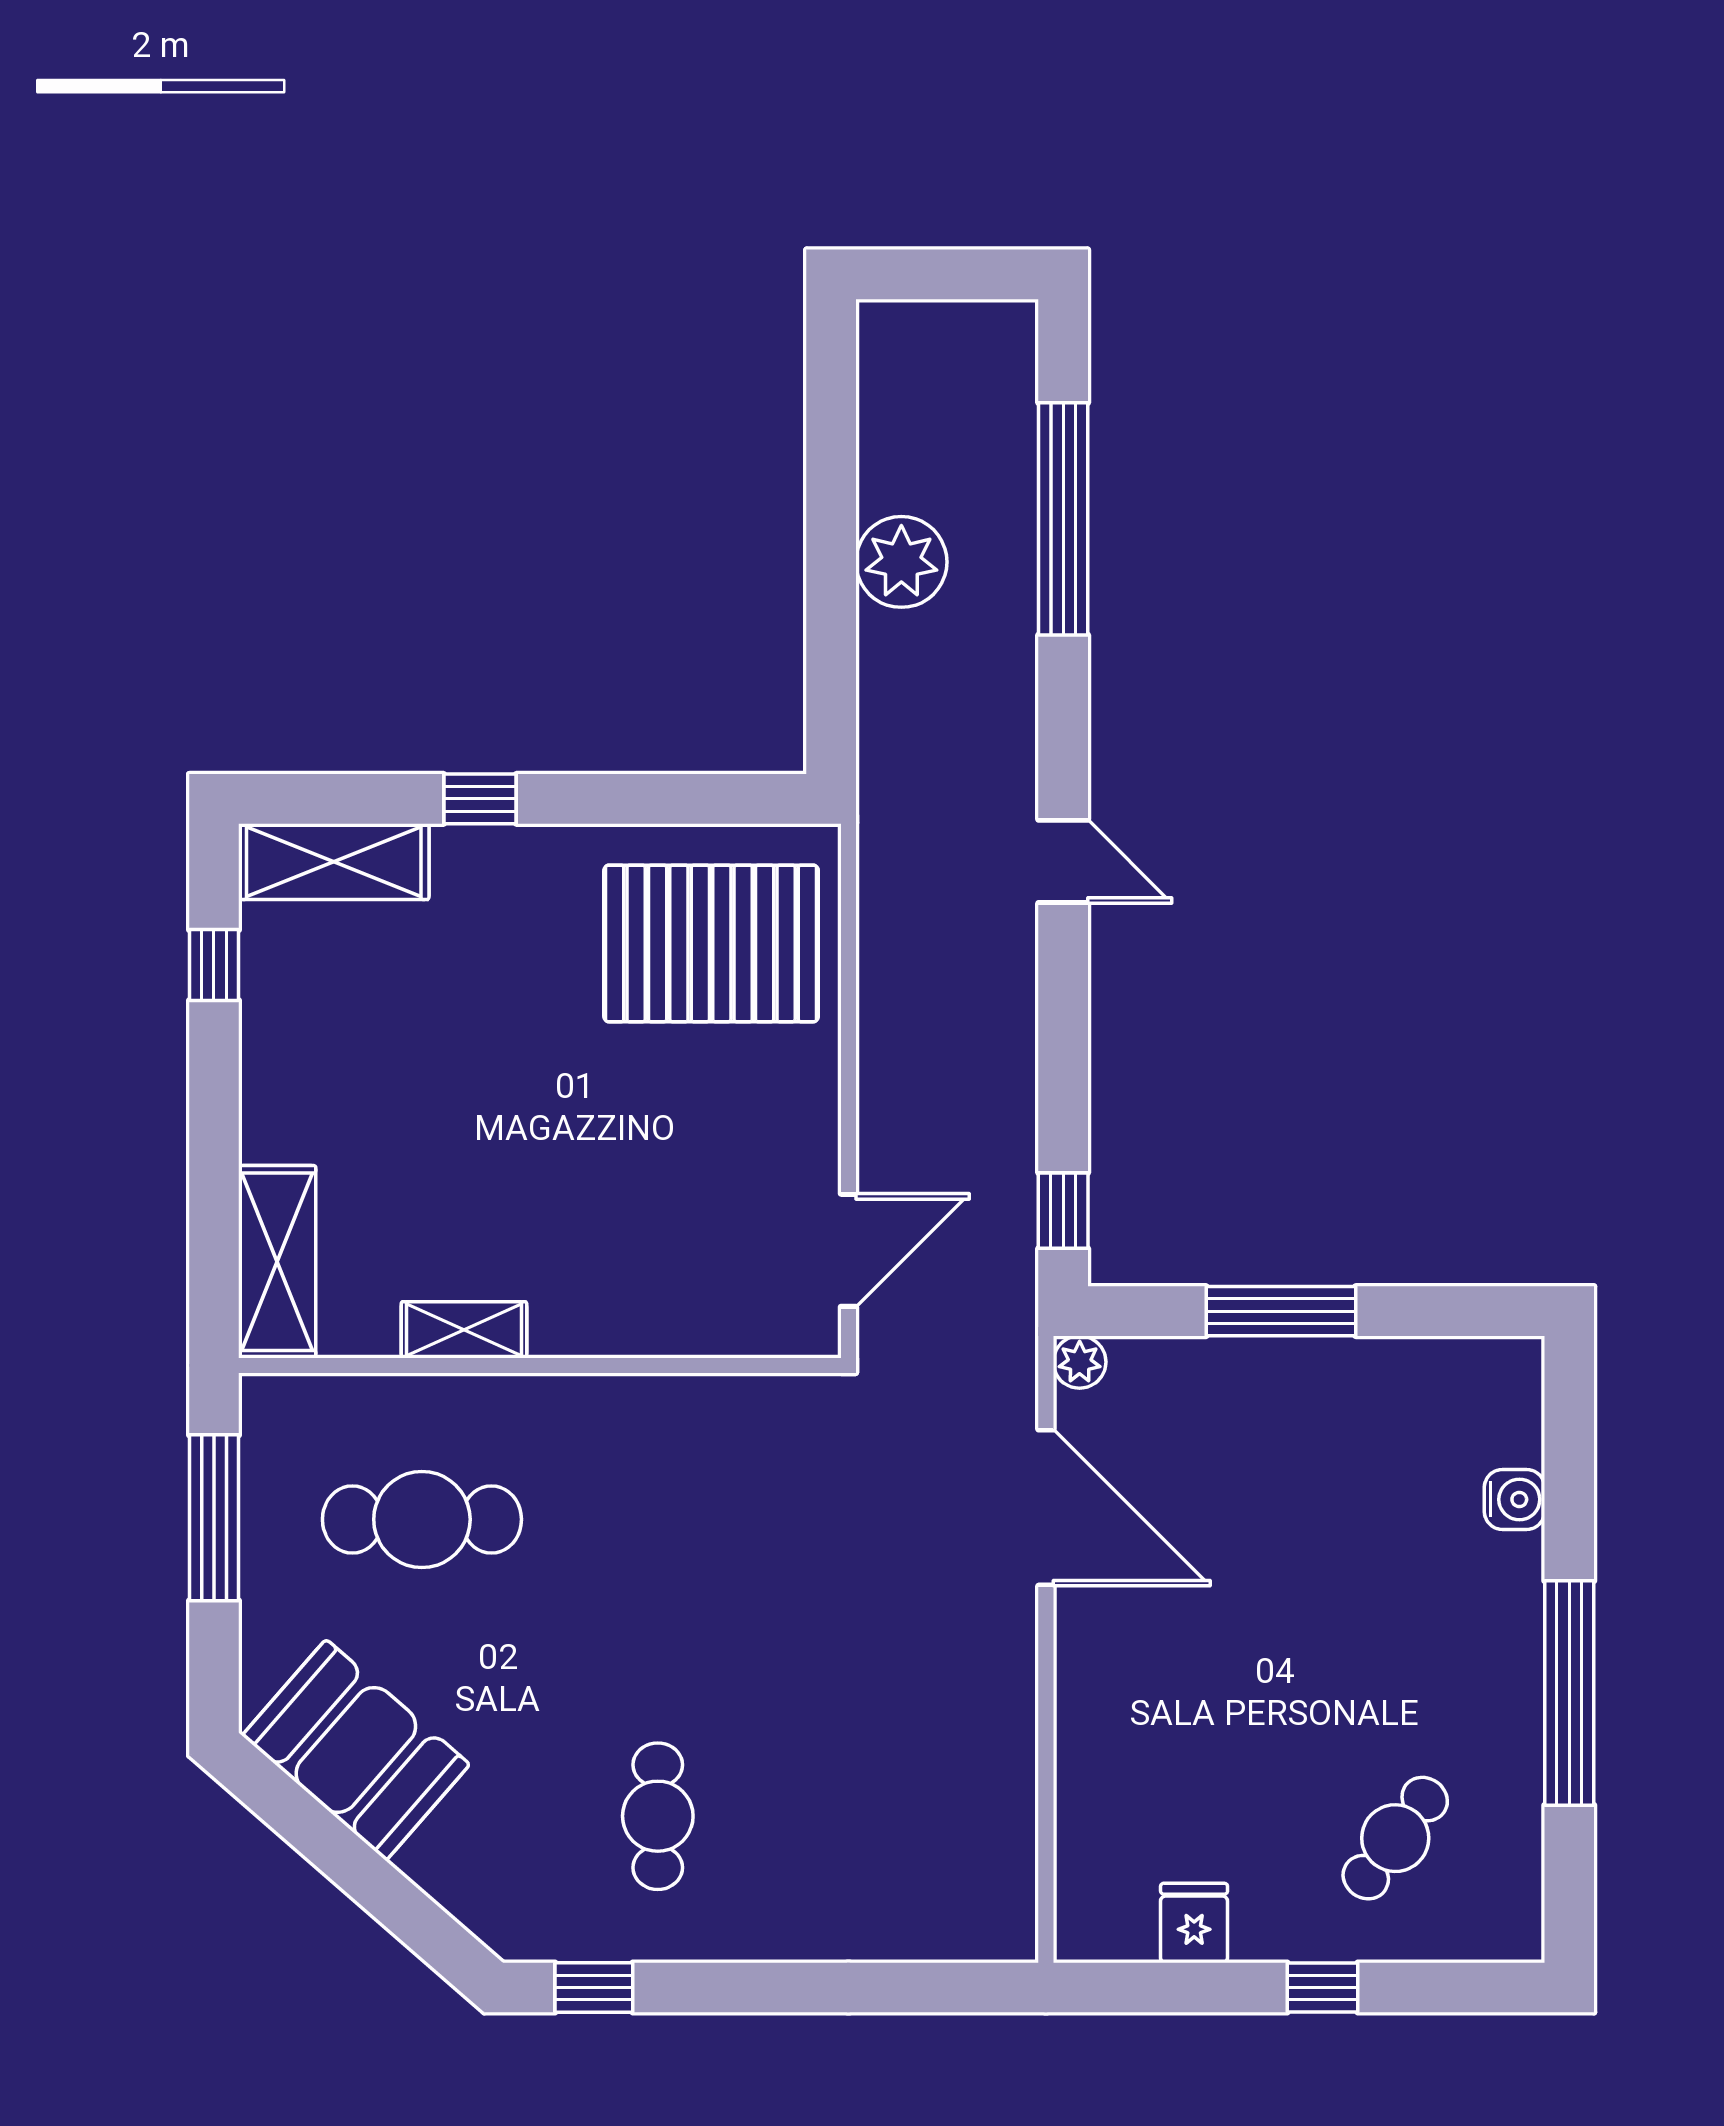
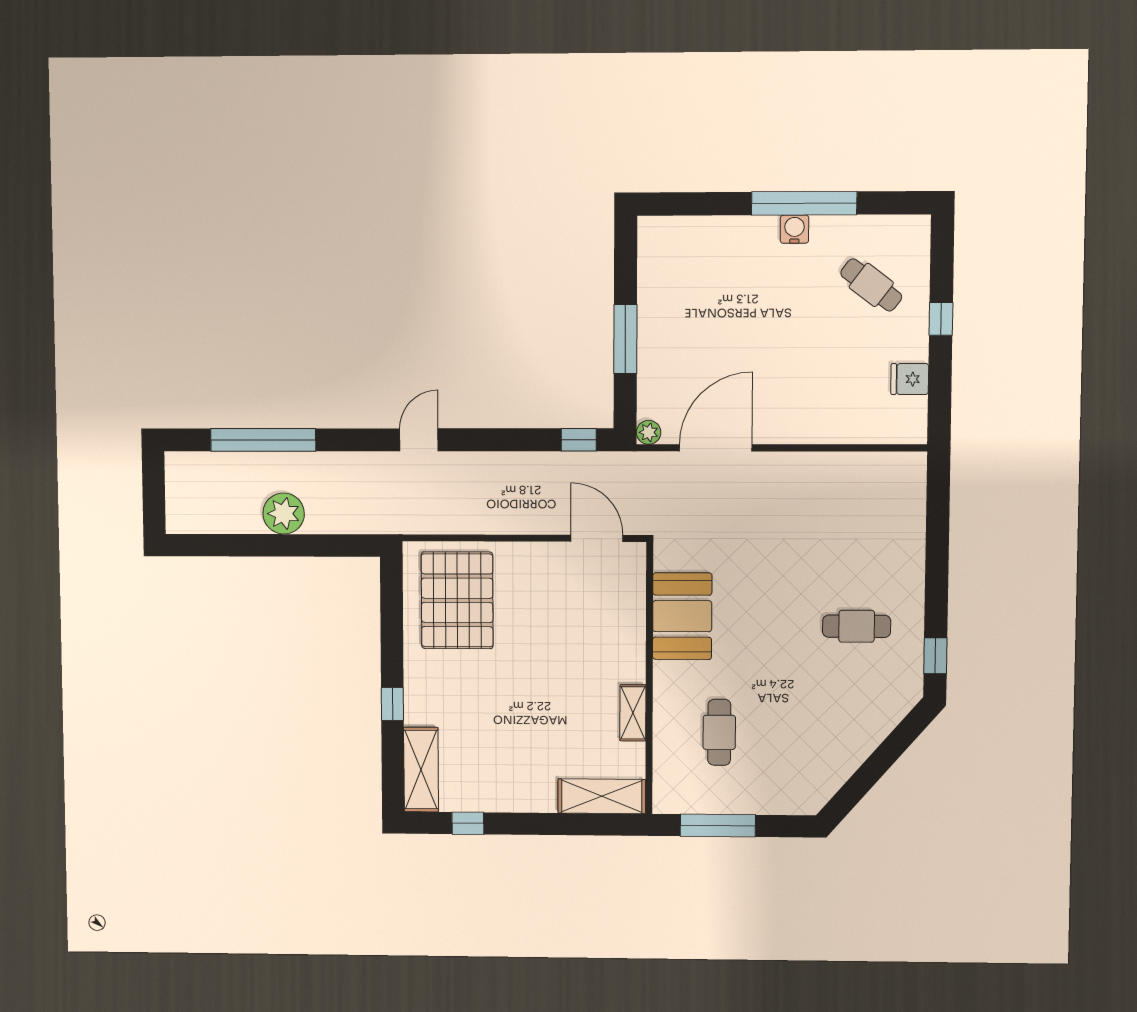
water cooler: (1515, 1499) -> (794, 229), moved
cafe table: (422, 1519) -> (719, 732), width x0.73, depth x0.74
booth: (356, 1750) -> (682, 616), moved, turned -41

